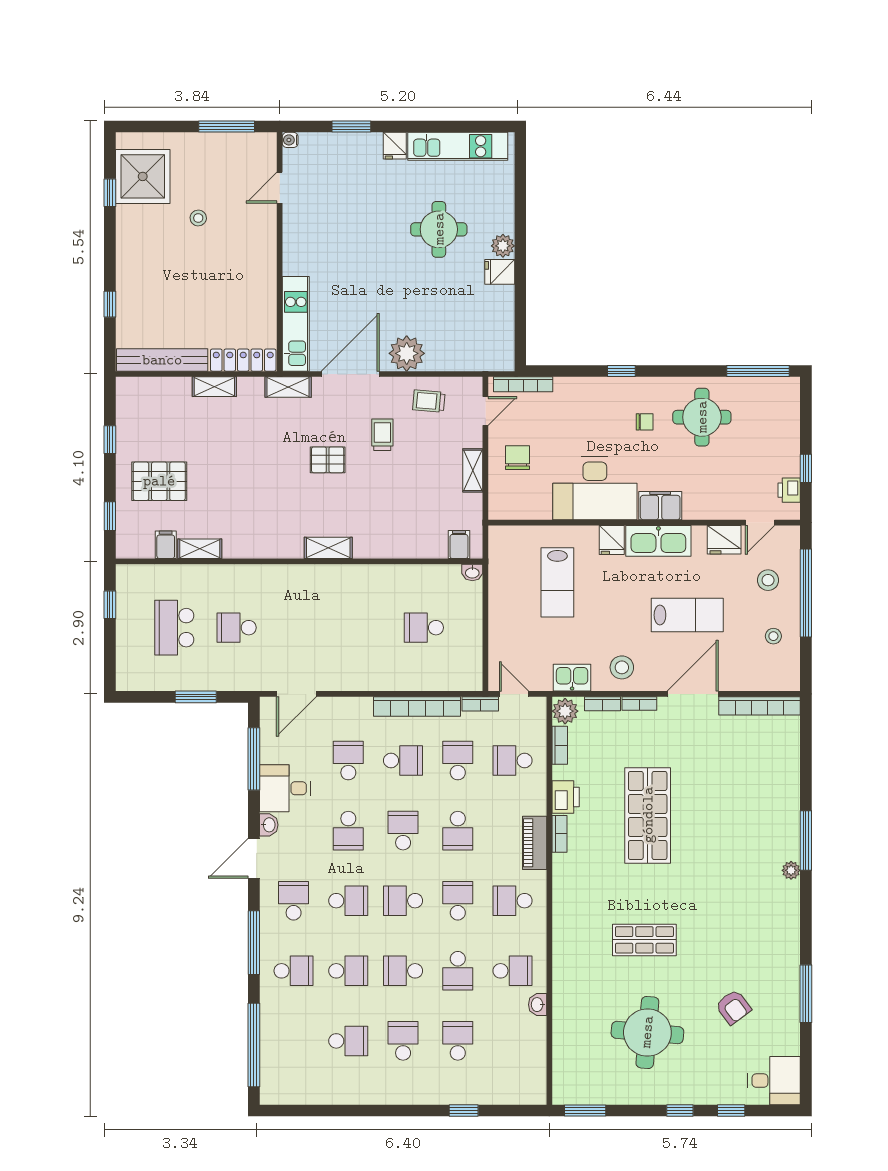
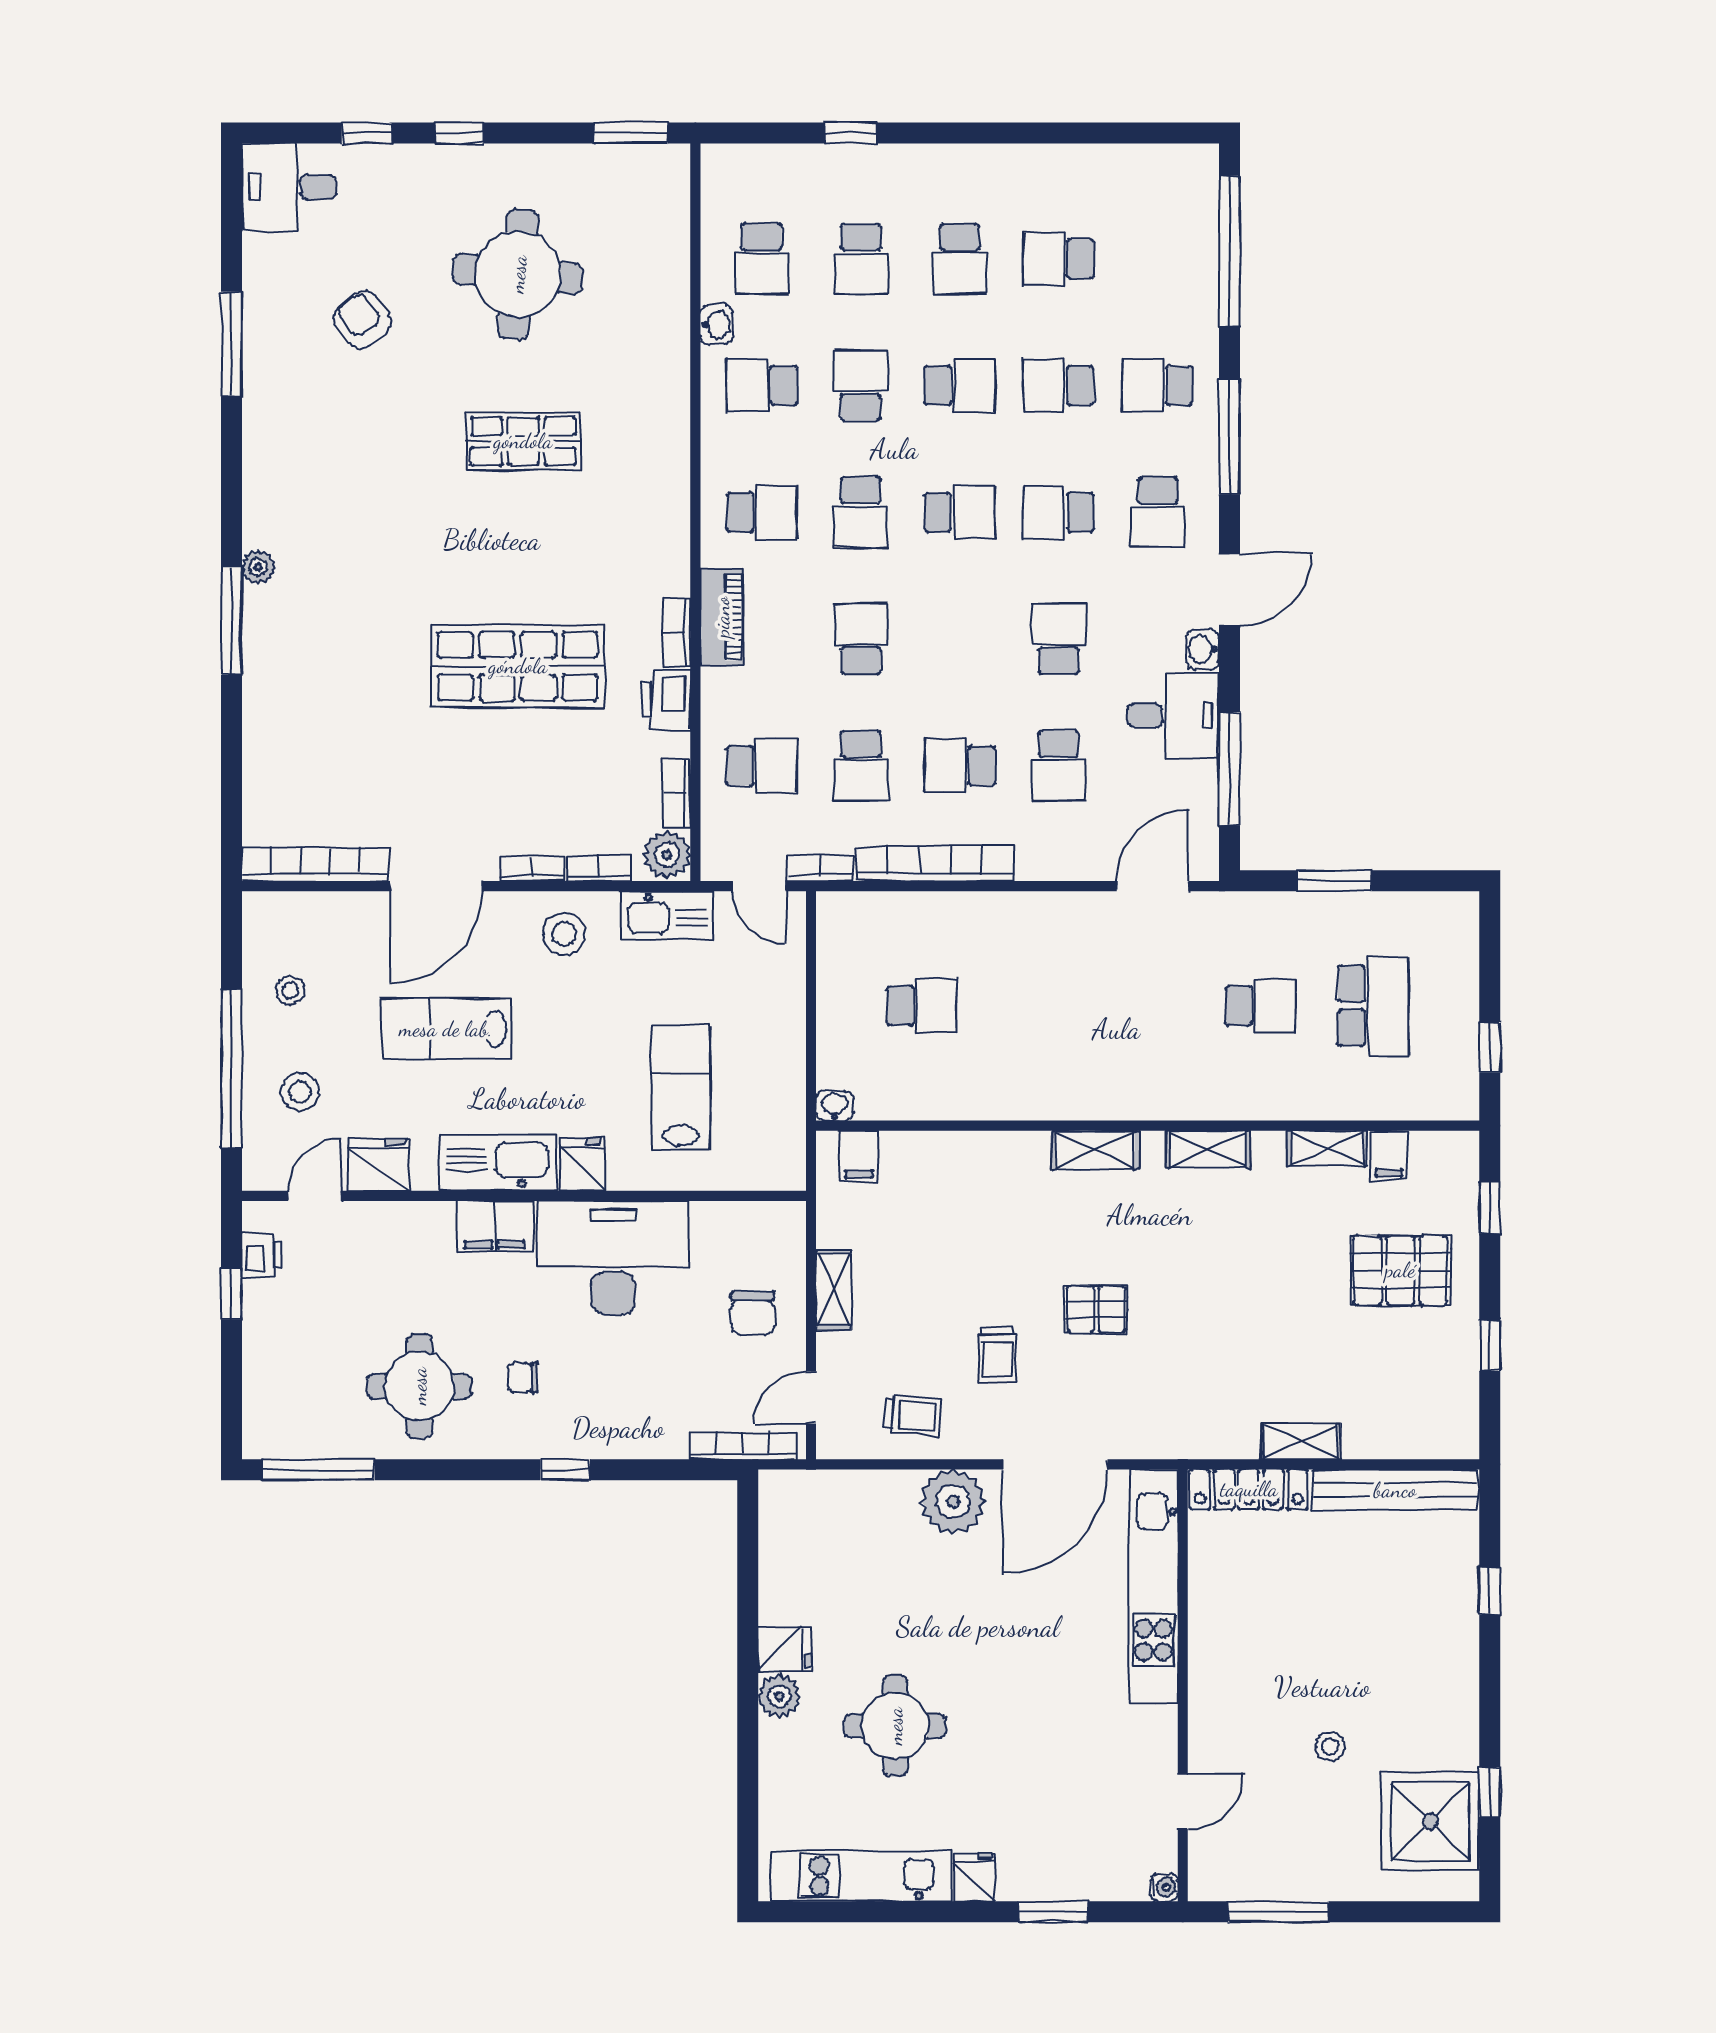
kitchen unit: (296, 324) -> (1154, 1586), width x1.36
shelving: (288, 387) -> (1208, 1149), moved
kitchen sink: (572, 678) -> (667, 915), width x1.38
shop shelf: (648, 815) -> (518, 666), turned 90
school desk: (403, 831) -> (762, 259), moved

